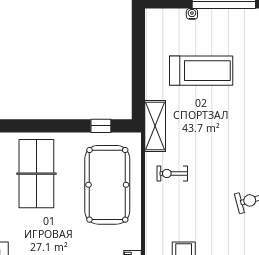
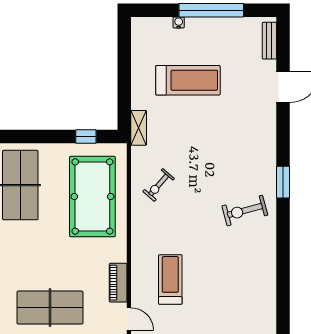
shelving: (155, 126) -> (139, 128), width x0.67, depth x0.75
exercise bike: (172, 173) -> (159, 185), turned -49

